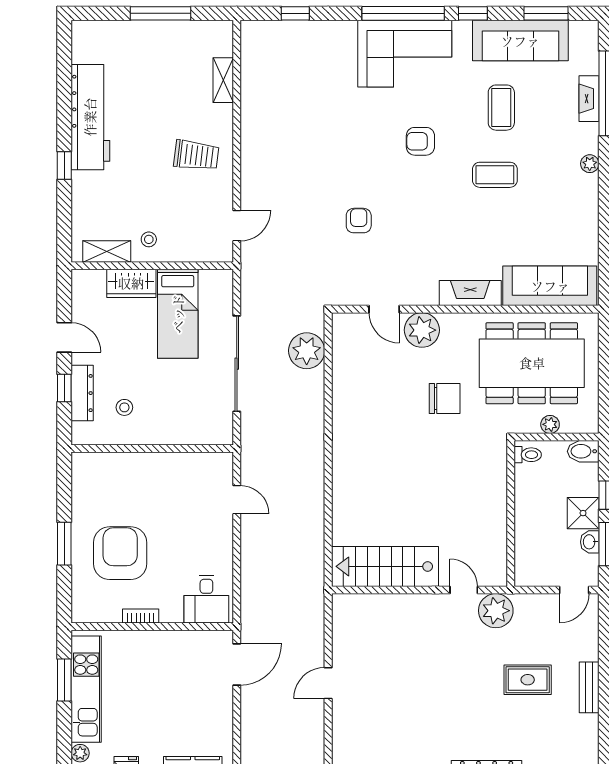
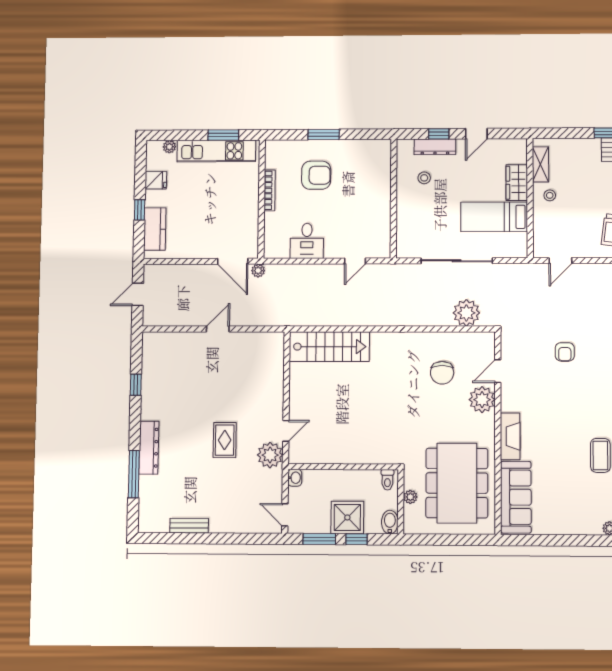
armchair: (359, 221) -> (565, 352), turned 90
door: (237, 226) -> (560, 261), hinge flipped
chair: (445, 399) -> (442, 373), moved
shower: (583, 513) -> (347, 517), width x1.36, depth x1.36
washbasin: (590, 542) -> (295, 478), moved, turned 90
armchair: (120, 553) -> (316, 175), width x0.73, depth x0.73
stairs: (385, 566) -> (329, 347), moved, turned 90
desk: (206, 599) -> (307, 241), moved, turned -90
bookcase: (141, 616) -> (270, 190), width x1.56
plant: (249, 630) -> (258, 271), added
rug: (528, 680) -> (225, 440), moved
door: (328, 683) -> (218, 329), hinge flipped
bench: (589, 687) -> (189, 526), moved

